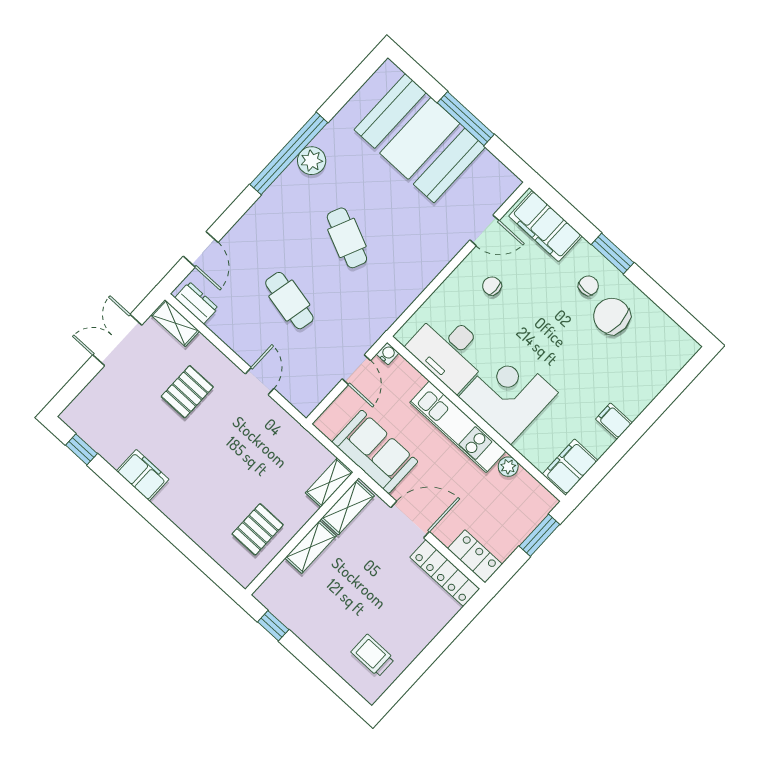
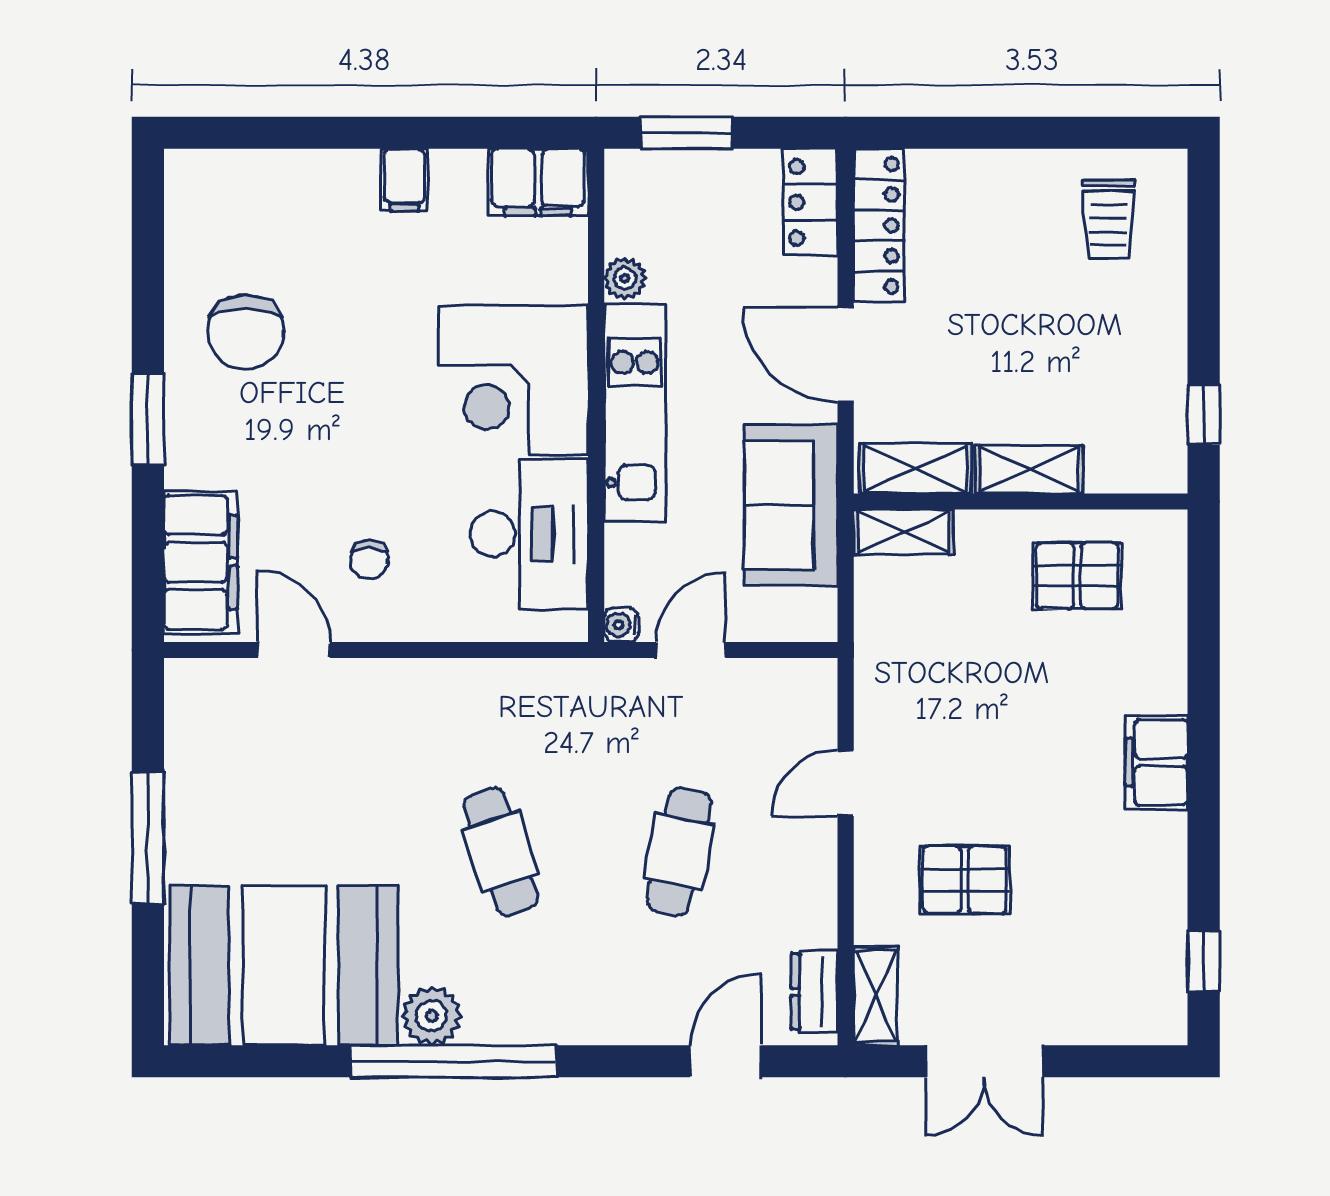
booth: (420, 138) -> (284, 965), moved, turned 90
cafe table: (347, 238) -> (501, 852), turned -42
chair: (588, 286) -> (232, 411), removed
filing cabinet: (143, 475) -> (1157, 762), moved

